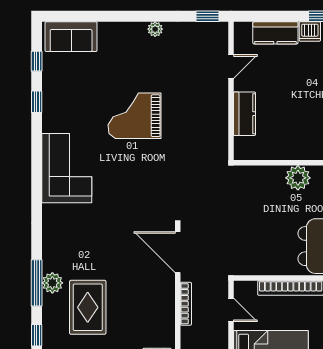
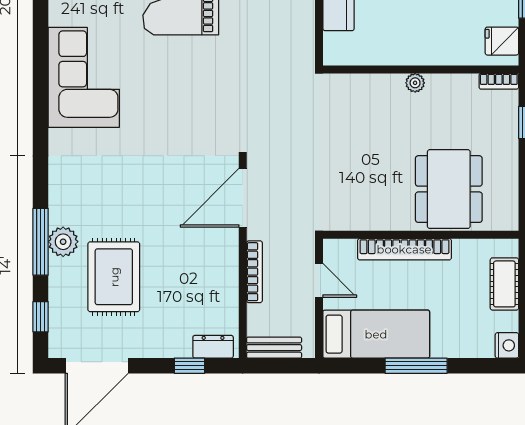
plant: (298, 178) -> (415, 83), width x0.53, depth x0.53
door: (178, 252) -> (243, 198), hinge flipped

